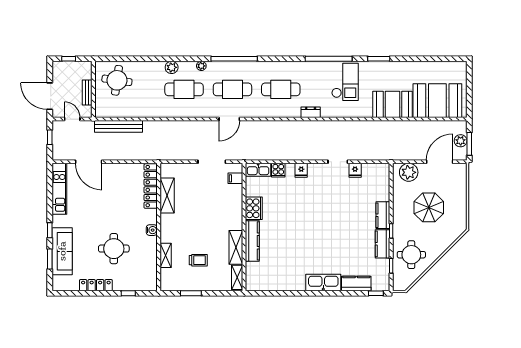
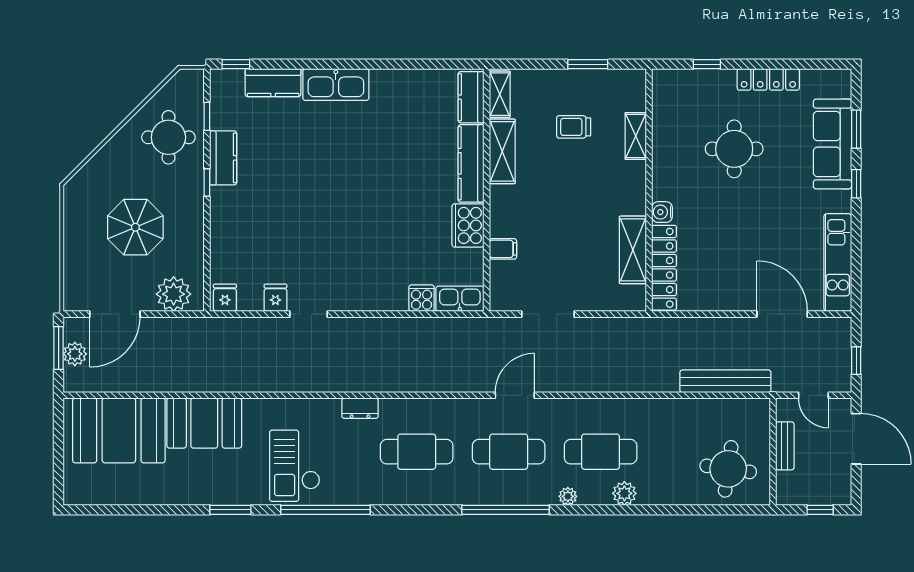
fridge: (301, 170) -> (225, 298), moved
filing cabinet: (235, 178) -> (503, 249), moved
kitchen counter: (383, 215) -> (471, 97), moved, turned 180
water cooler: (152, 230) -> (662, 212), moved

